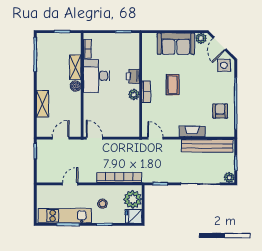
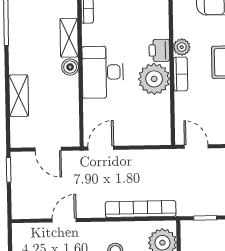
plant: (147, 74) -> (182, 47), added
desk: (96, 76) -> (103, 72), moved
plant: (134, 95) -> (154, 79), width x1.87, depth x1.87
door: (61, 138) -> (48, 149), swing flipped
door: (94, 138) -> (101, 148), hinge flipped

